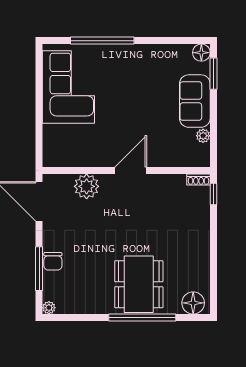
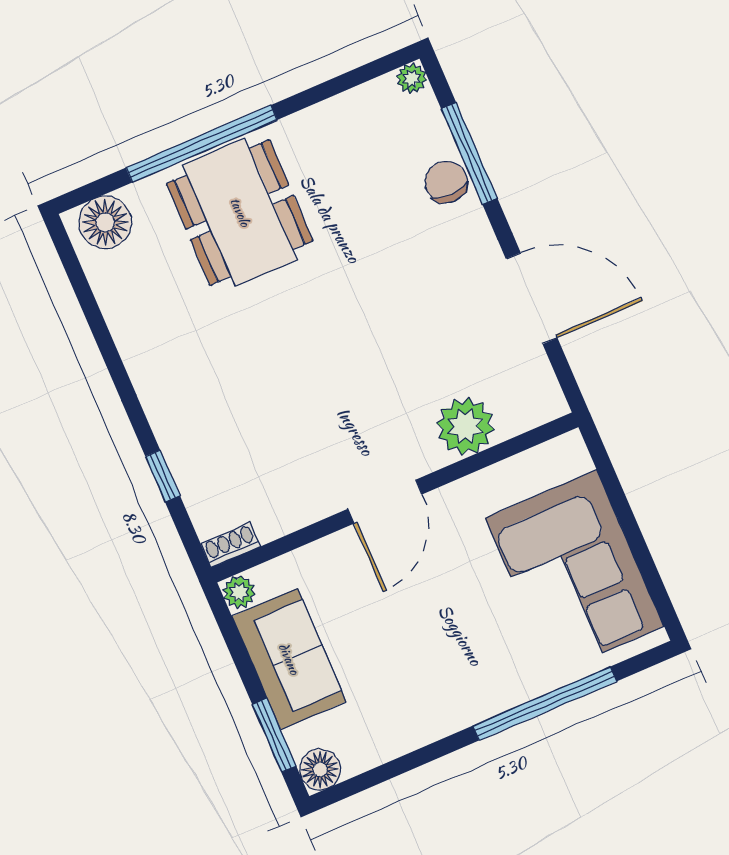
wall: (126, 170) -> (395, 497), moved
door: (131, 170) -> (385, 502), moved
shoe rack: (199, 180) -> (231, 545), moved
plant: (87, 186) -> (465, 426), moved

